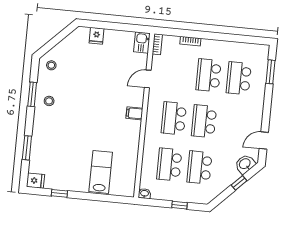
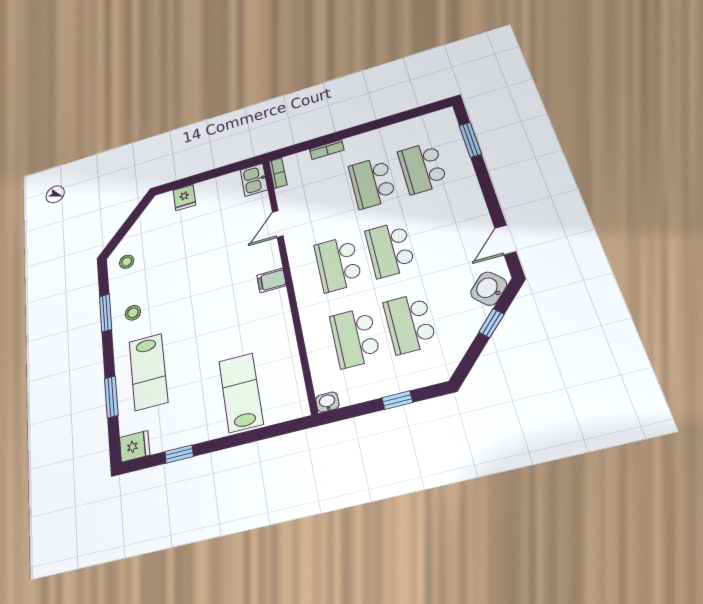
lab bench: (51, 141) -> (148, 372), added

